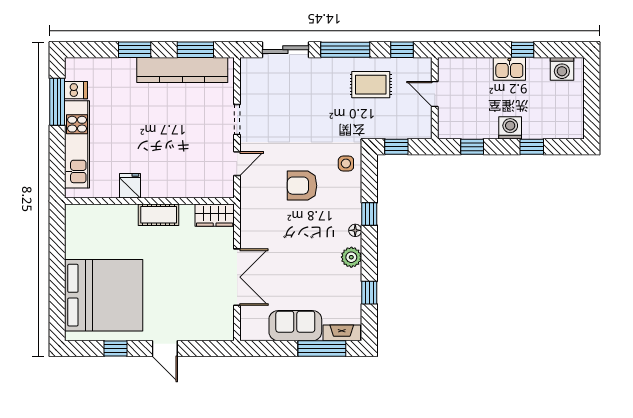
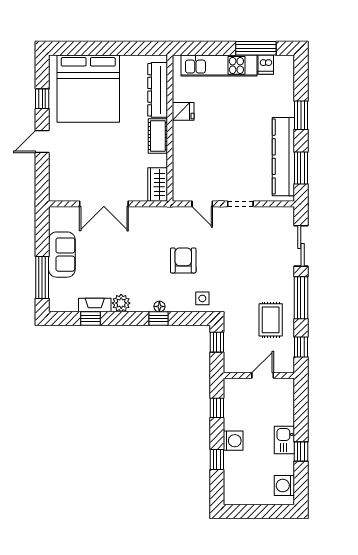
dresser: (105, 215) -> (158, 90), added
floor lamp: (355, 230) -> (159, 306), moved
fireplace: (342, 333) -> (95, 305), moved, turned -90

